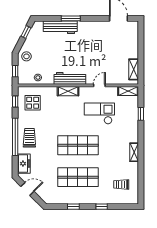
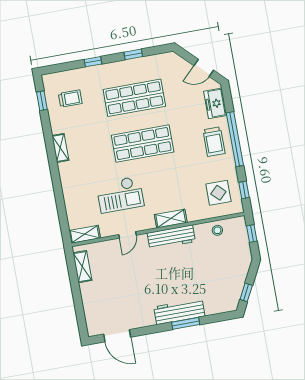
workbench: (60, 27) -> (179, 311), moved
stool: (26, 56) -> (239, 258), removed
window: (141, 114) -> (42, 101), moved

